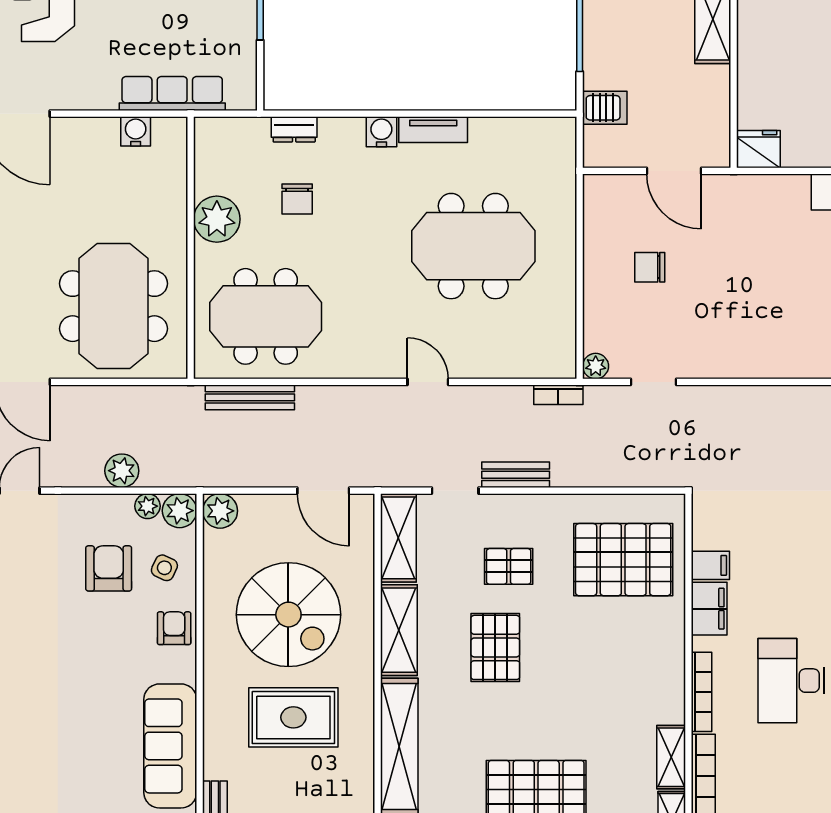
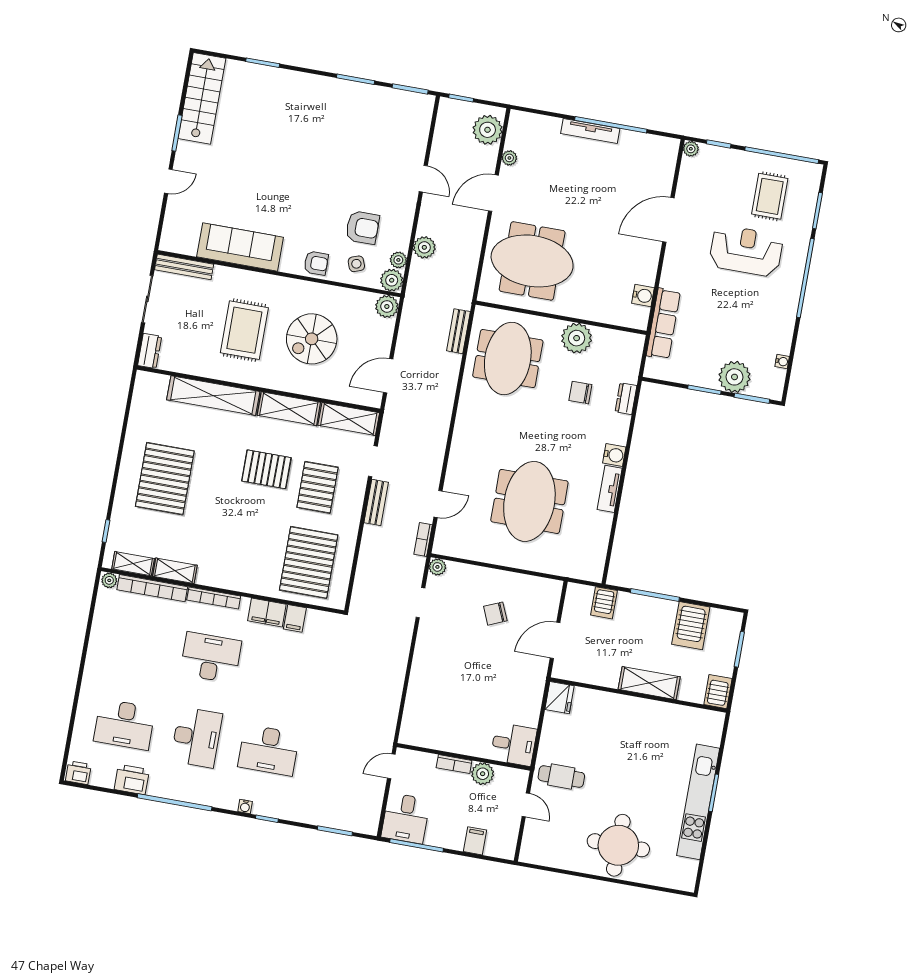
chair: (650, 267) -> (495, 614), turned -113
door: (428, 382) -> (438, 504), moved
bench: (250, 397) -> (458, 331), width x0.73
pallet: (509, 566) -> (317, 487), width x1.50, depth x1.42
side table: (164, 568) -> (356, 264), turned 45
spiral stairs: (288, 615) -> (312, 339), width x0.73, depth x0.73

